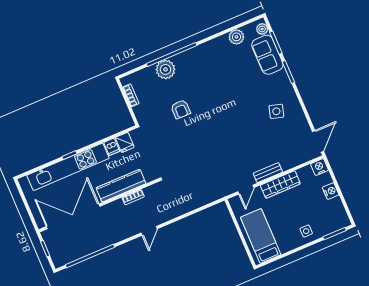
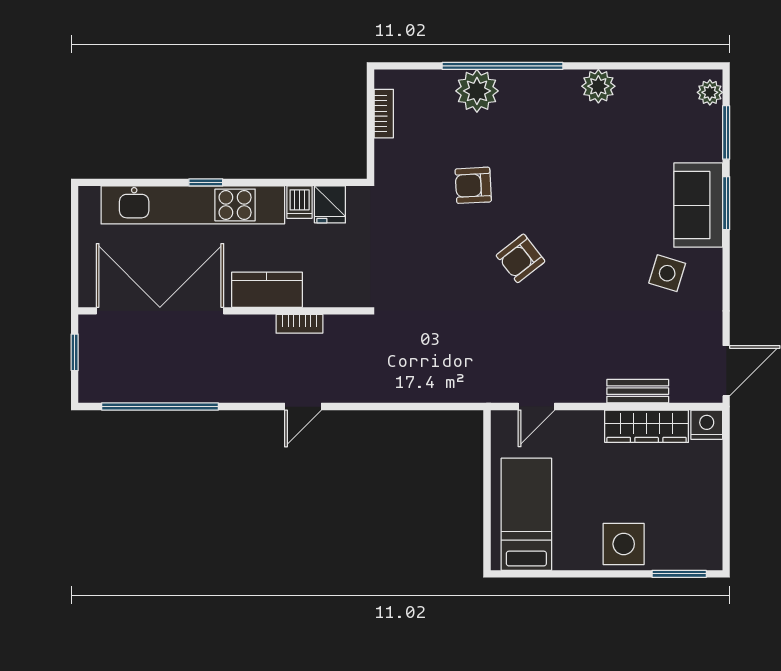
plant: (236, 37) -> (598, 86), moved
sofa: (267, 55) -> (698, 205), moved
armchair: (181, 109) -> (473, 185), turned 87
armchair: (213, 131) -> (521, 258), added
bench: (268, 173) -> (638, 391), moved
wardrobe: (280, 185) -> (647, 426), moved
kitchen counter: (121, 186) -> (267, 290), width x0.67
nightstand: (331, 191) -> (709, 483), removed
side table: (306, 231) -> (624, 544), width x1.87, depth x1.87

